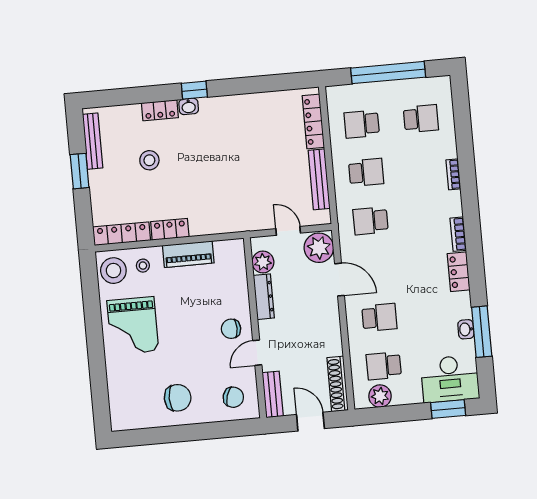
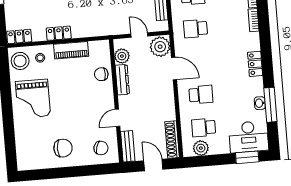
locker: (122, 234) -> (19, 36), width x0.66
bookcase: (458, 234) -> (254, 20), moved
chair: (231, 329) -> (101, 74), moved

